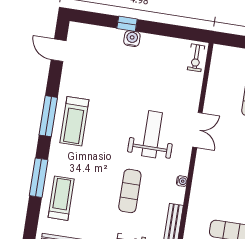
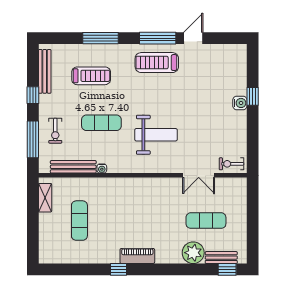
door: (59, 50) -> (193, 38), moved
double door: (197, 130) -> (199, 175), moved
water cooler: (182, 181) -> (102, 168), moved
treadmill: (61, 198) -> (91, 76), moved

